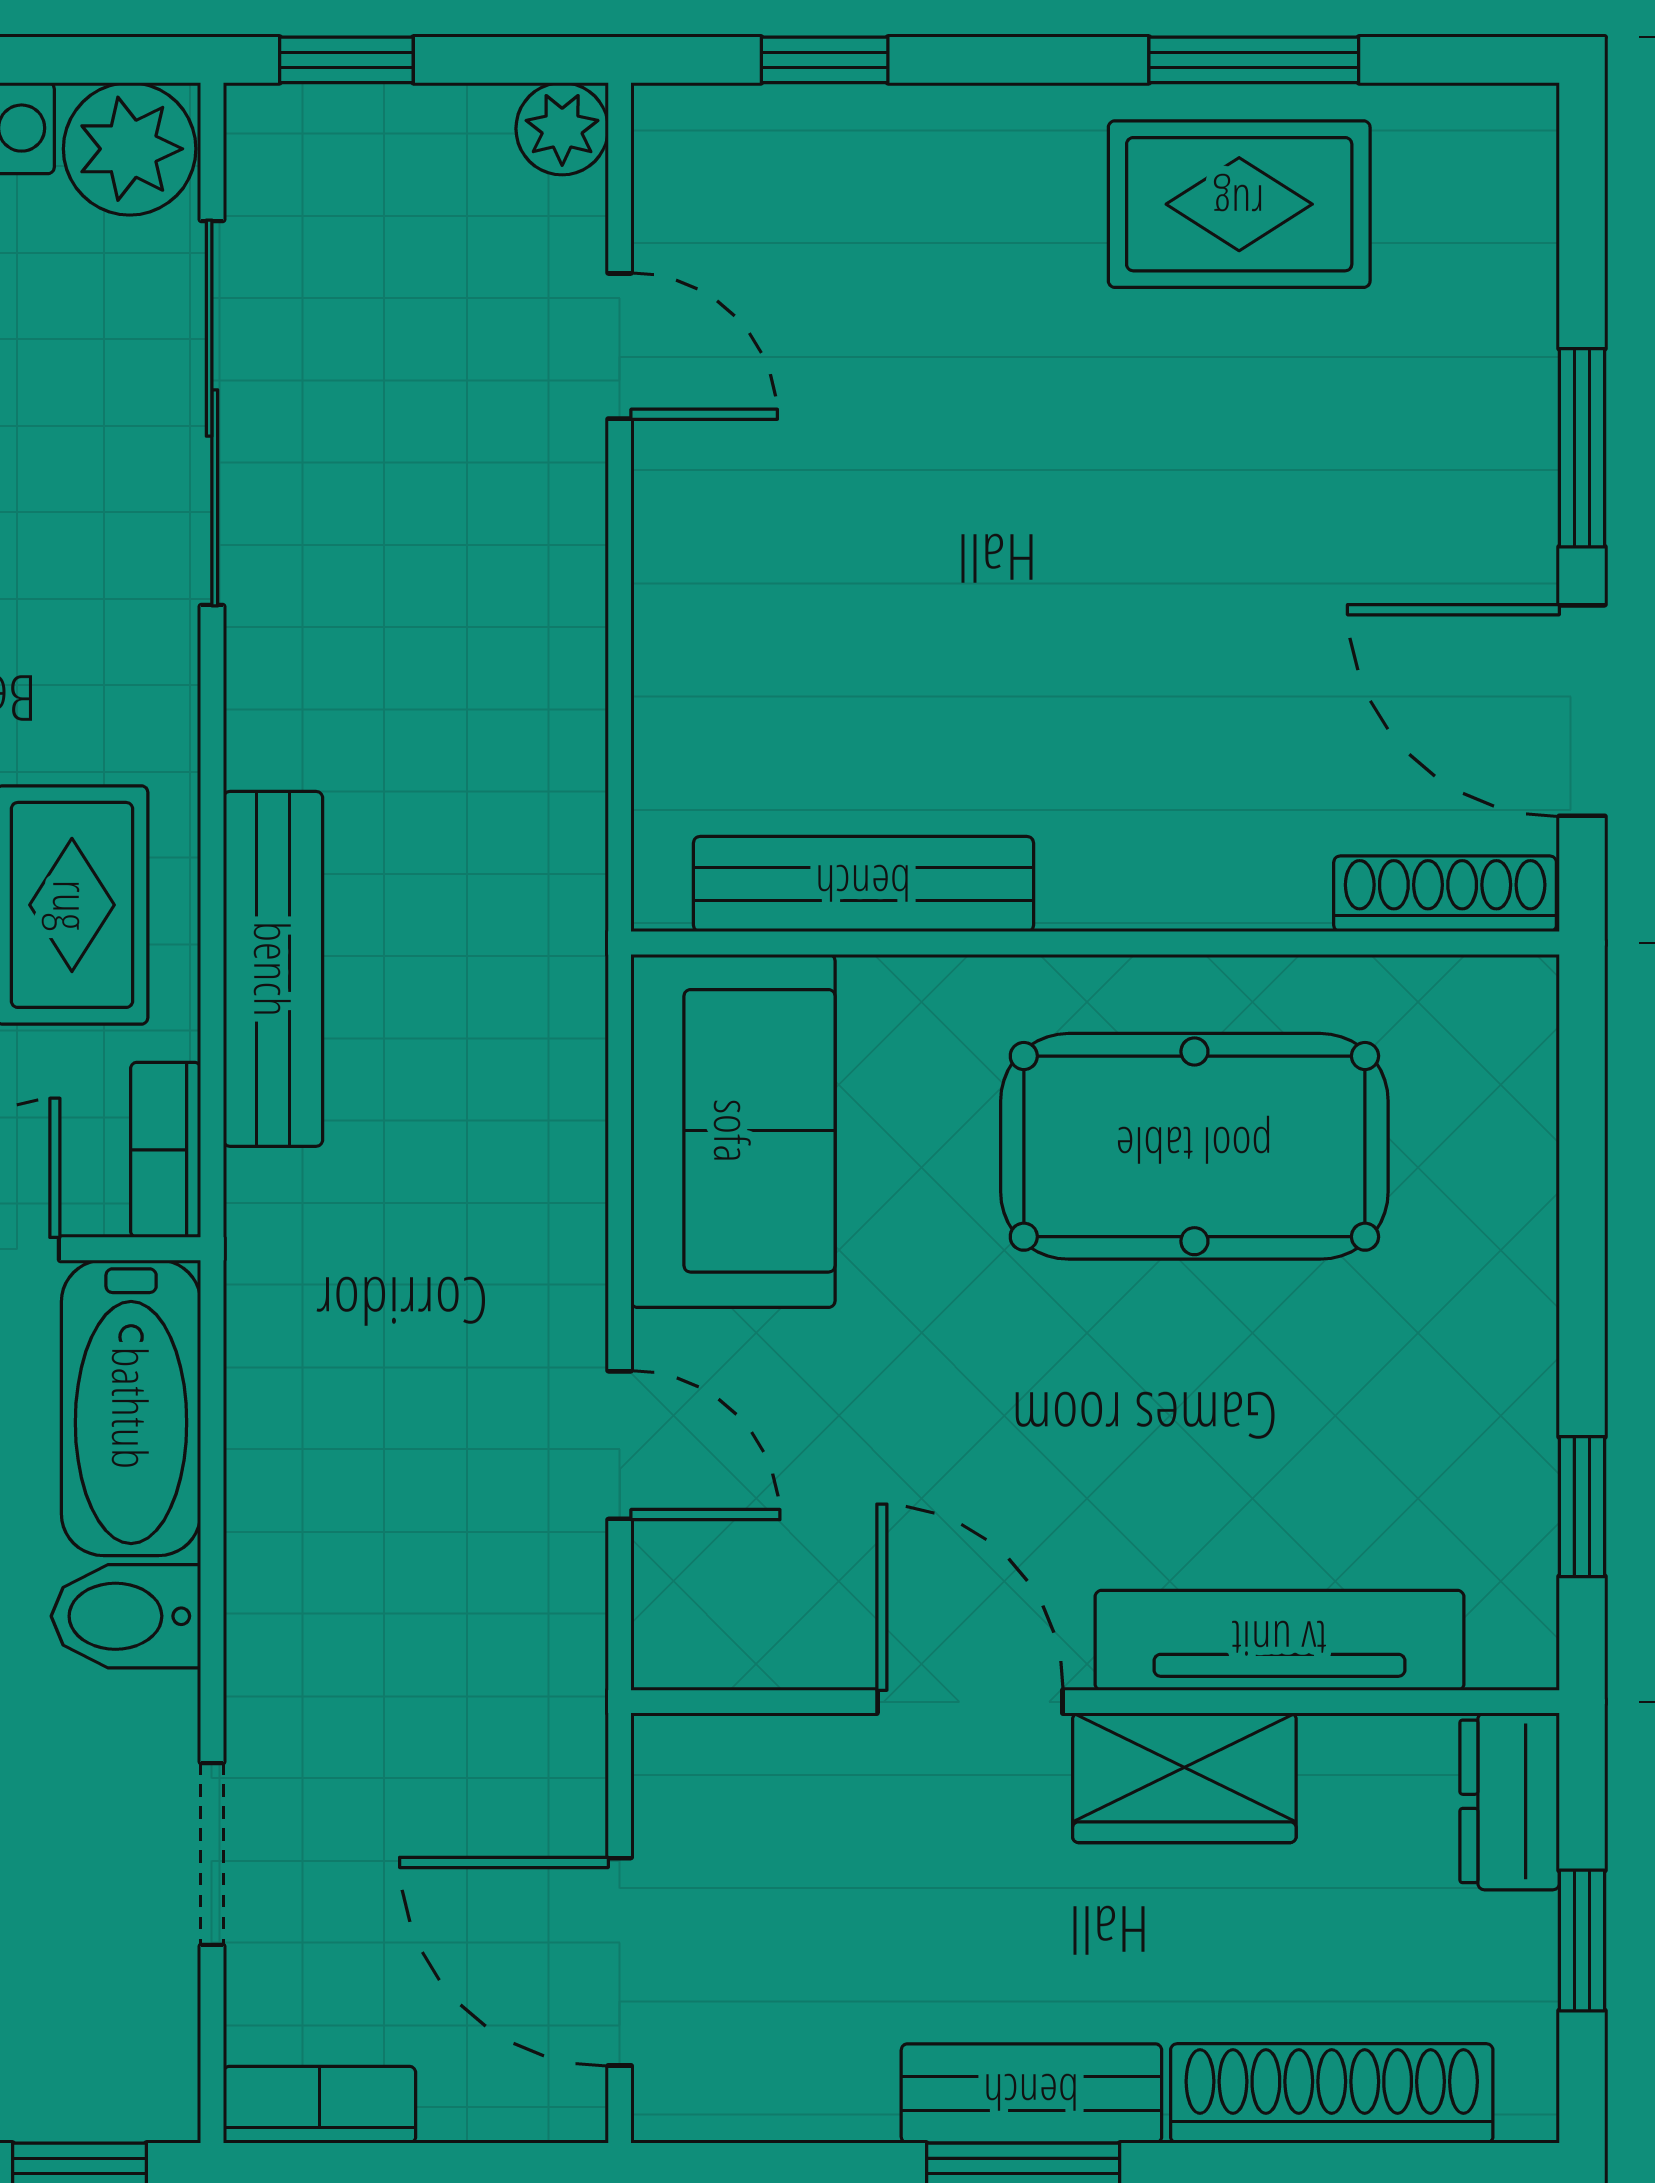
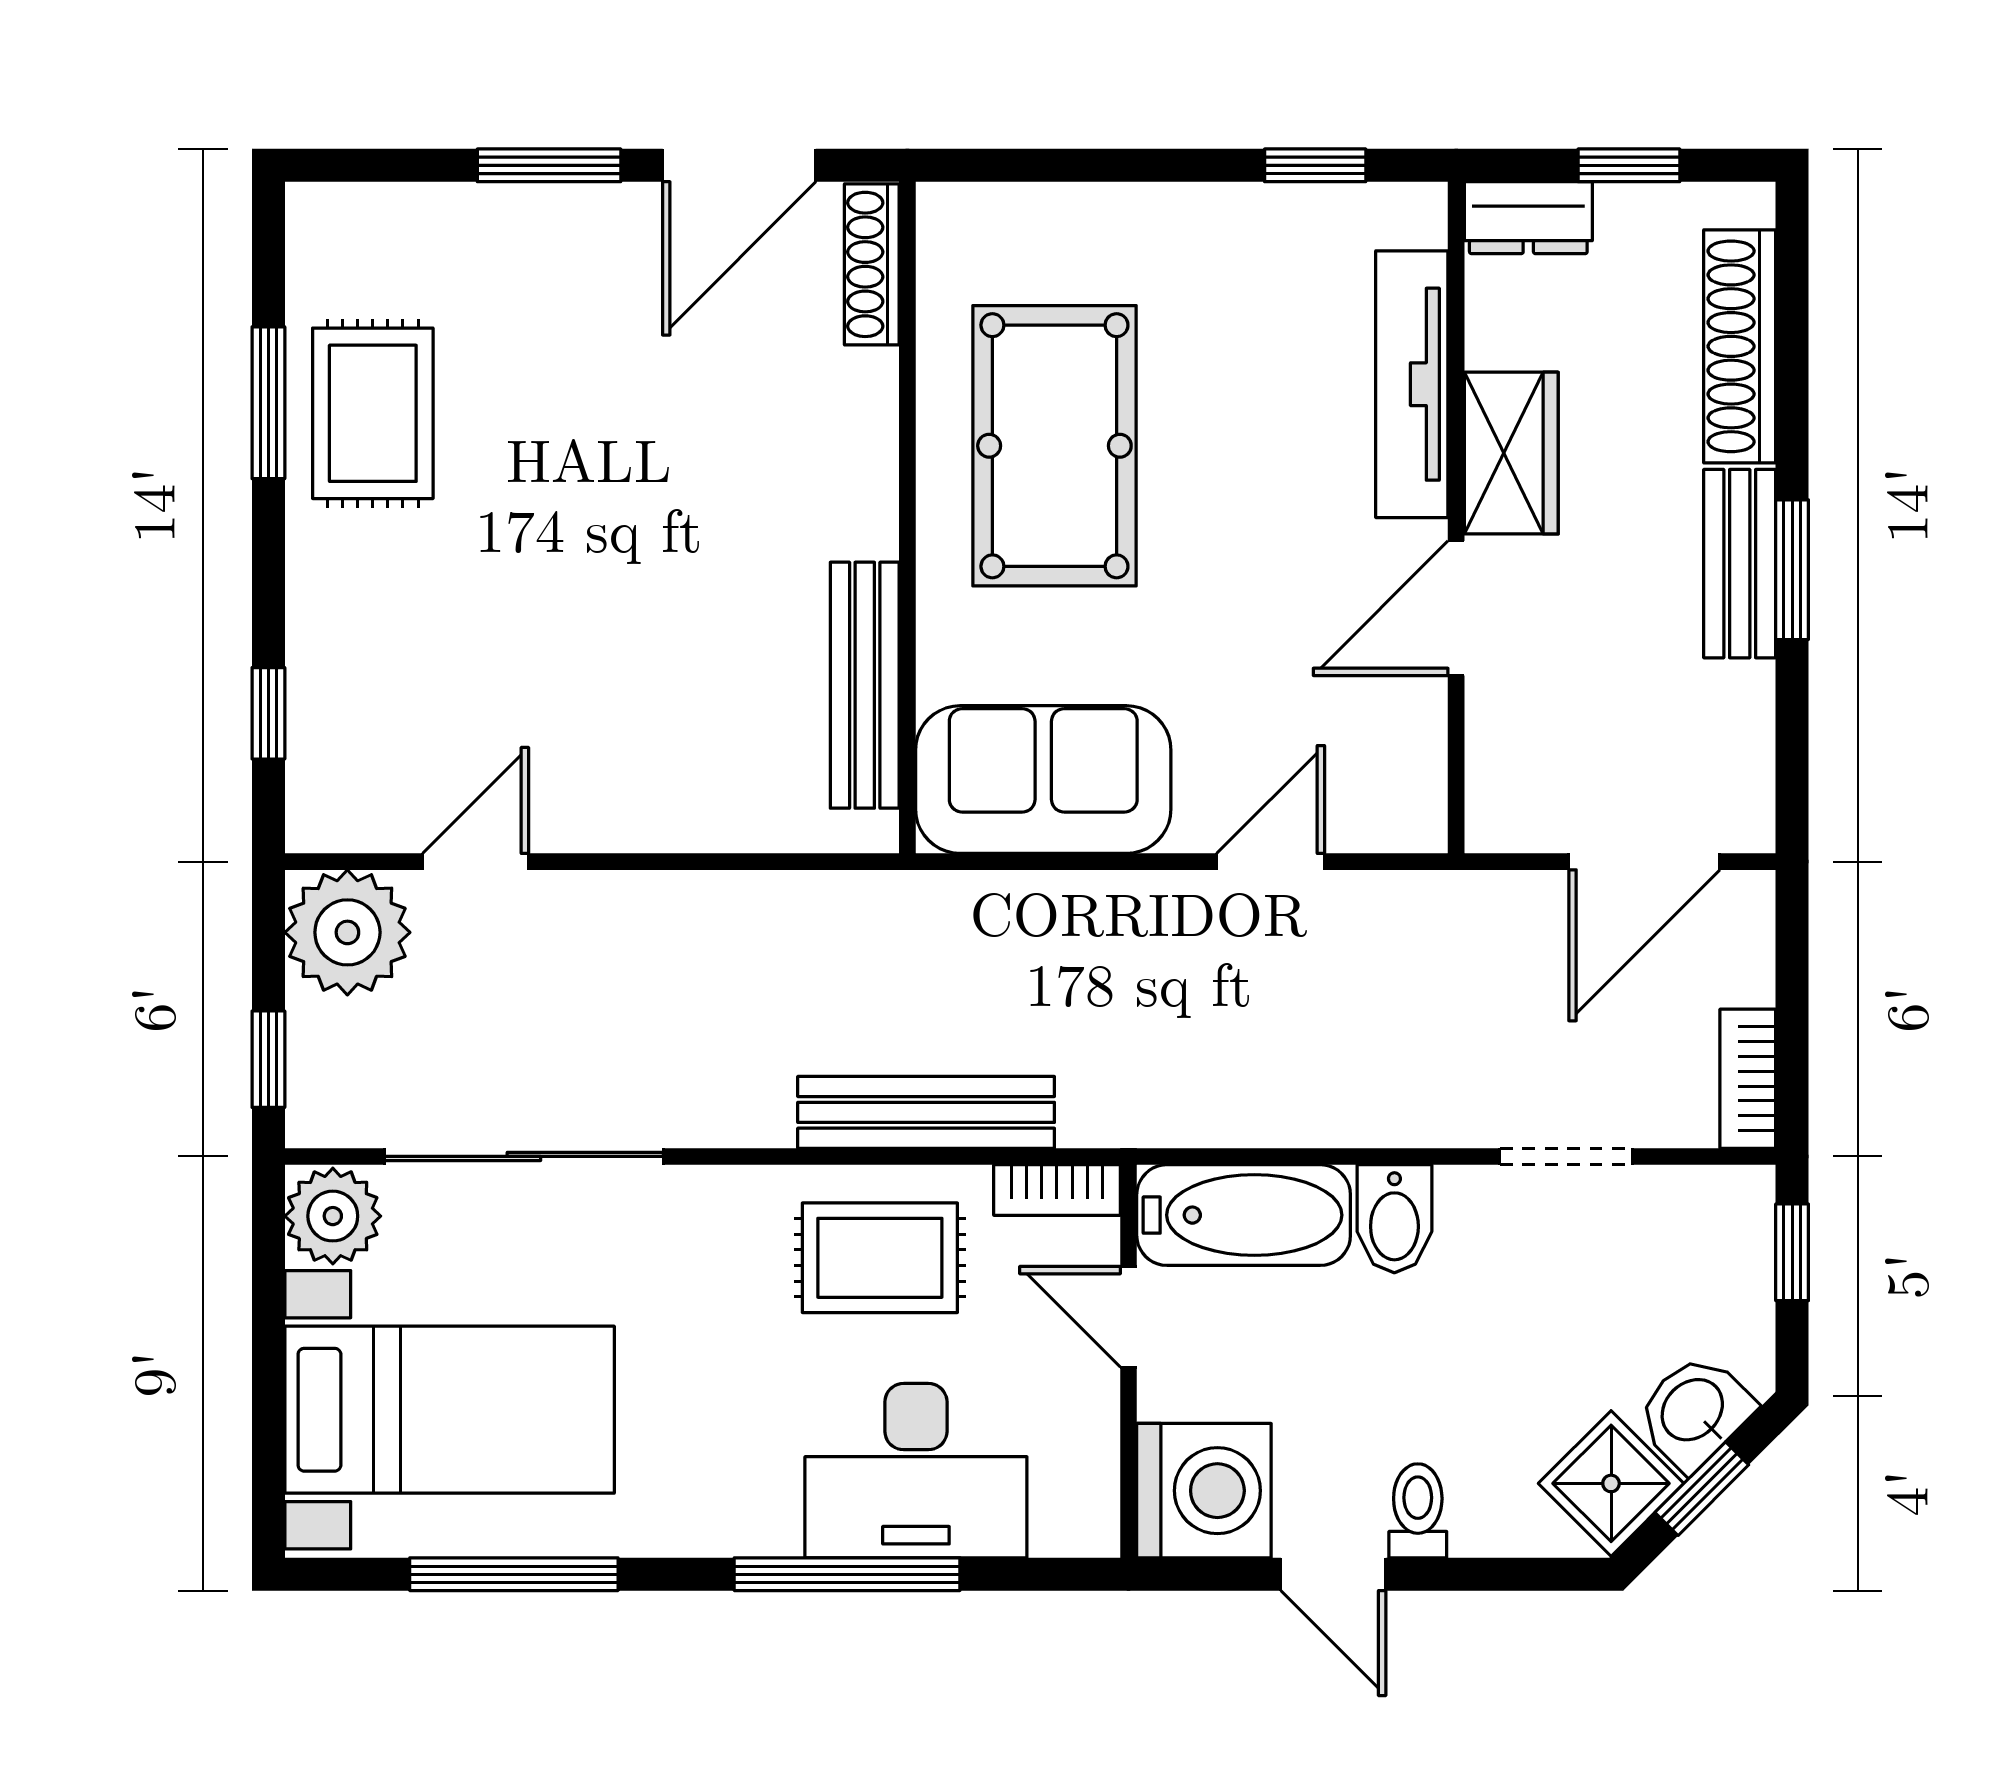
plant: (562, 129) -> (347, 932), width x1.87, depth x1.87

